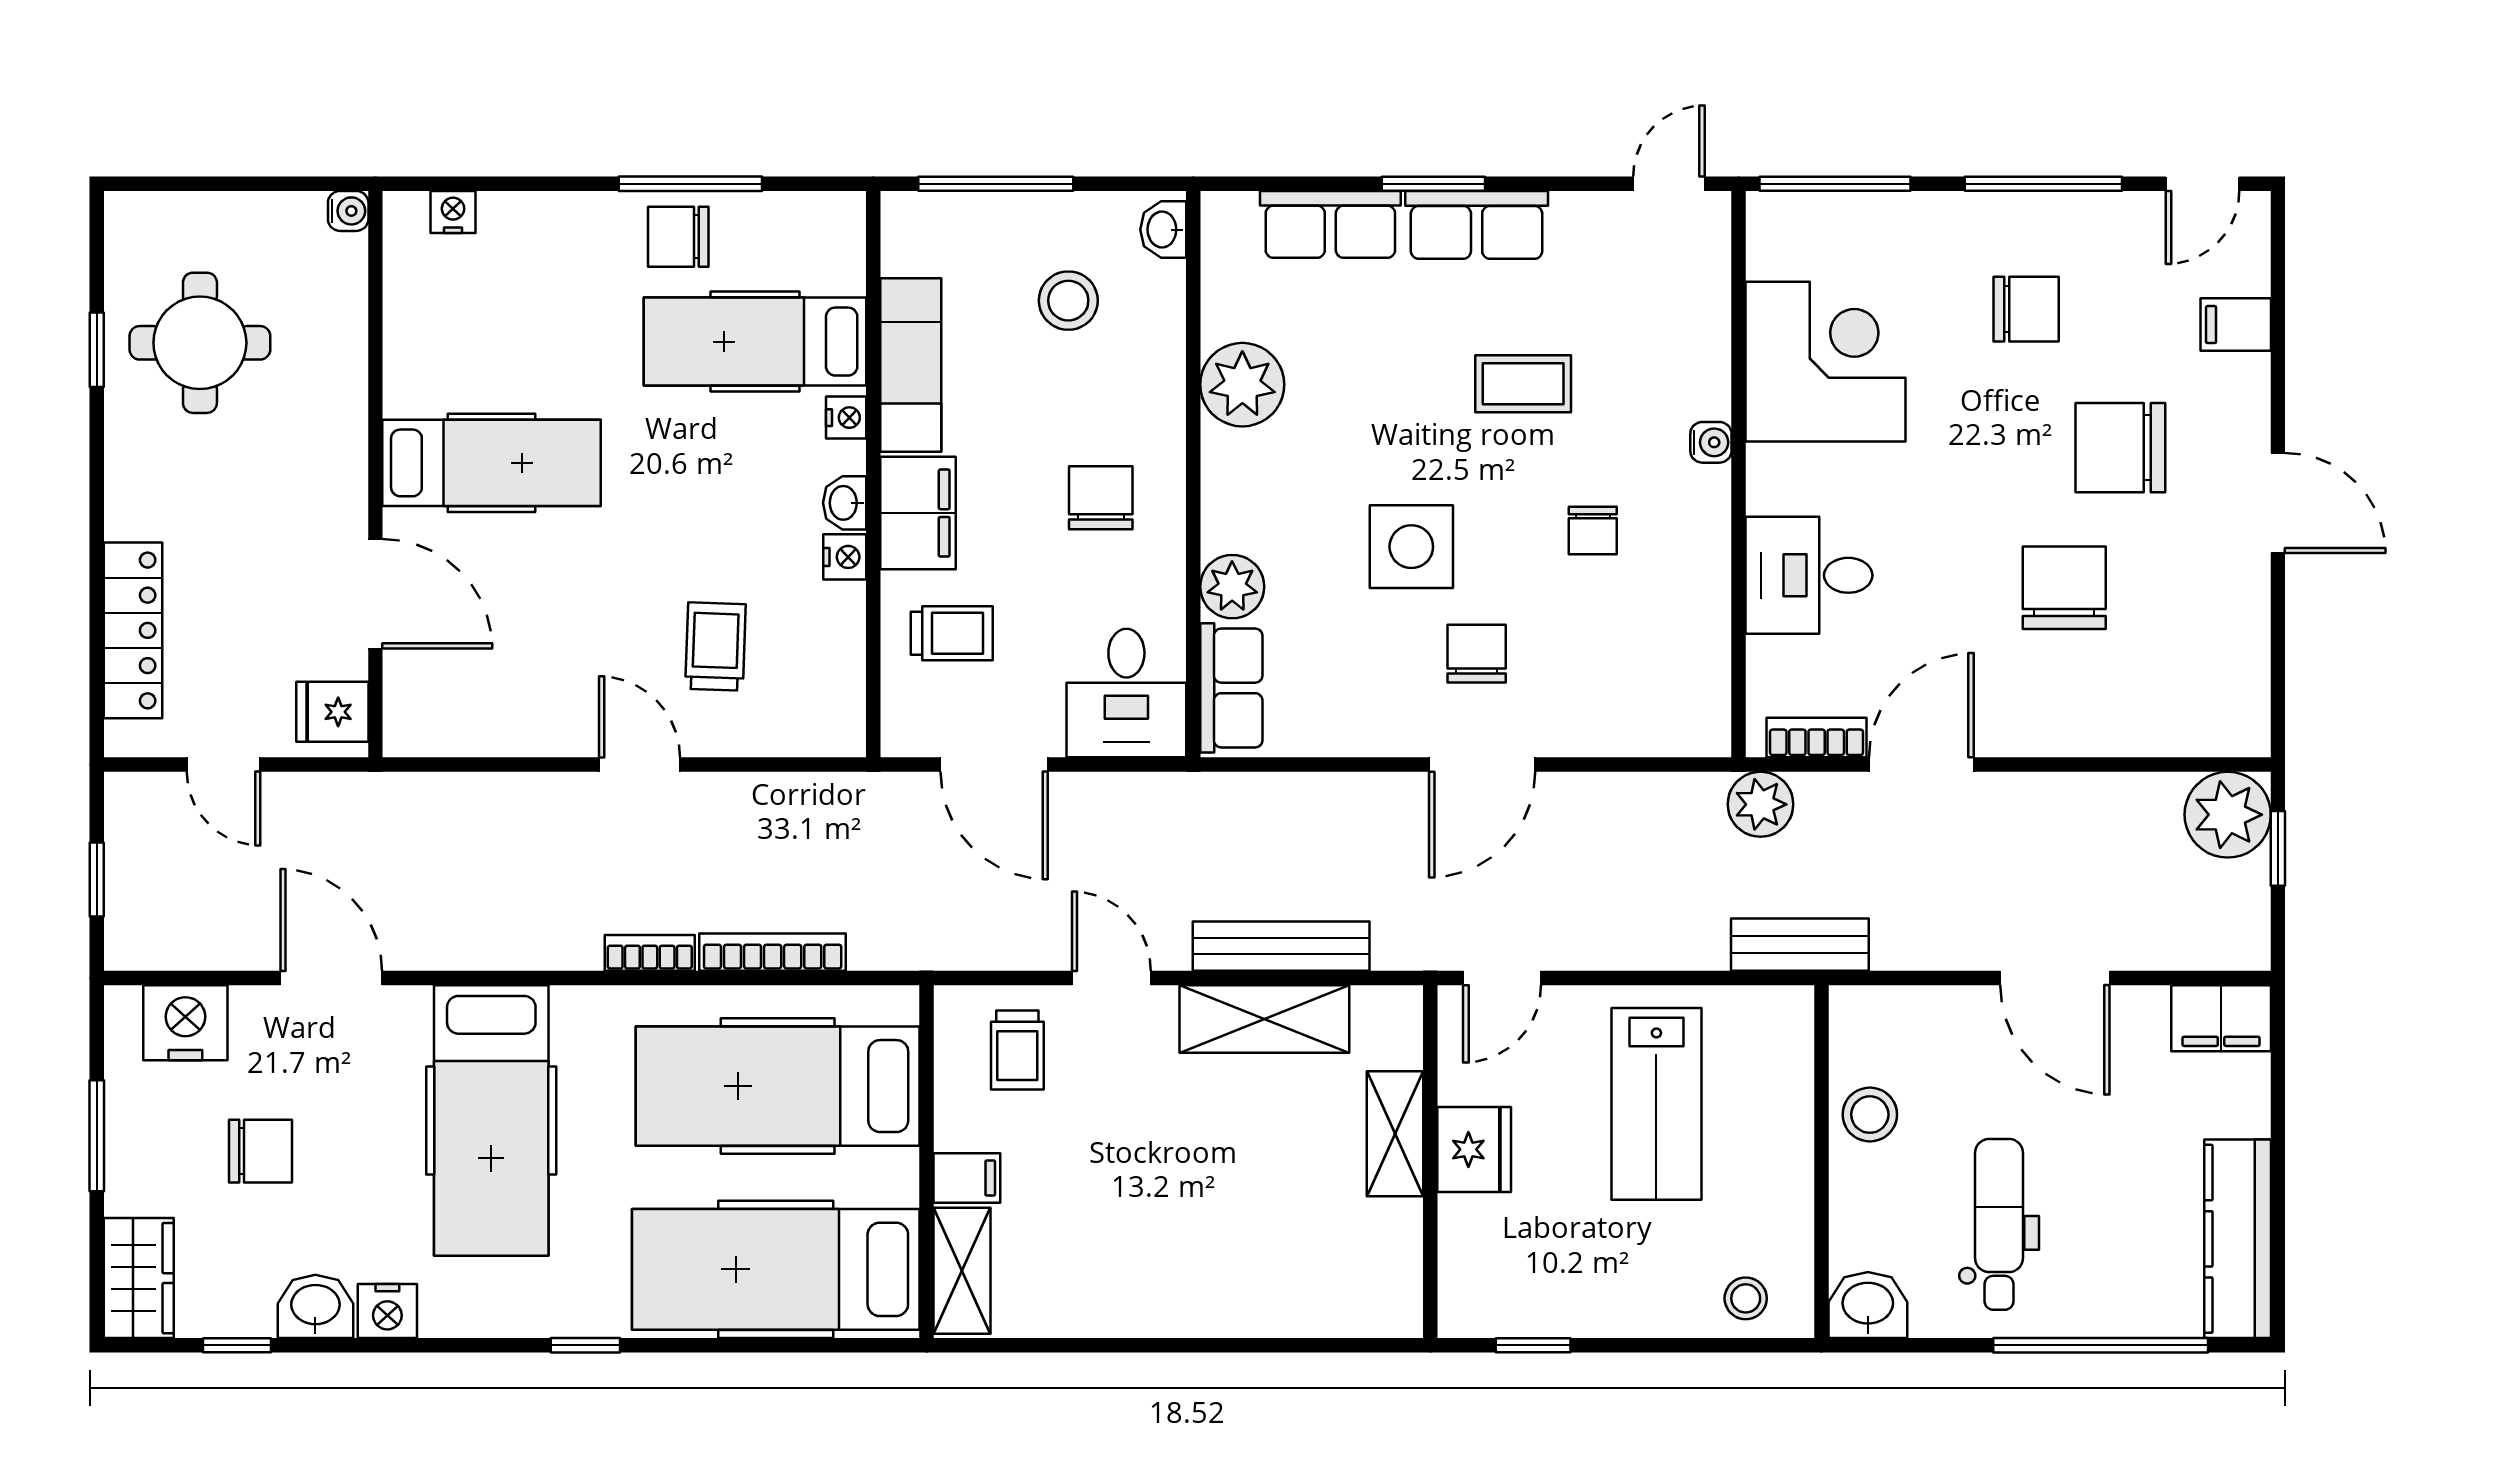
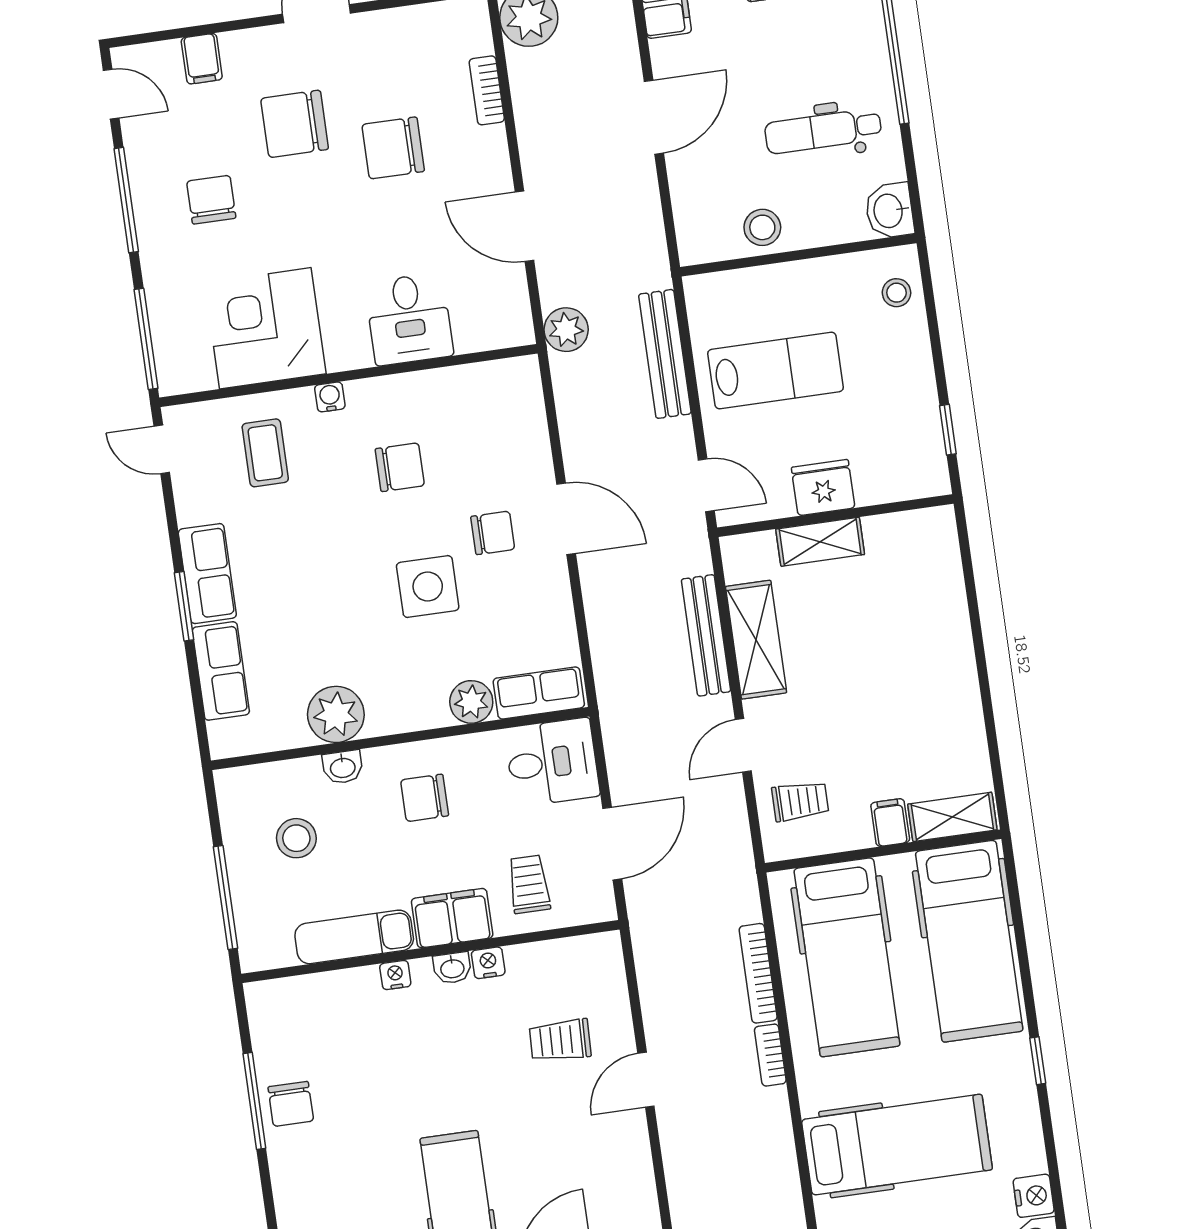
washbasin: (1163, 230) -> (343, 767), moved
hospital bed: (755, 342) -> (353, 1043), removed
coffee table: (1523, 384) -> (265, 453), moved
chair: (2120, 448) -> (295, 124), turned 90
chair: (1593, 530) -> (400, 467), width x1.37, depth x1.37
chair: (1477, 654) -> (493, 533), turned 180
bookcase: (1817, 737) -> (487, 90), moved
bench: (1800, 945) -> (665, 354), moved, width x1.36

